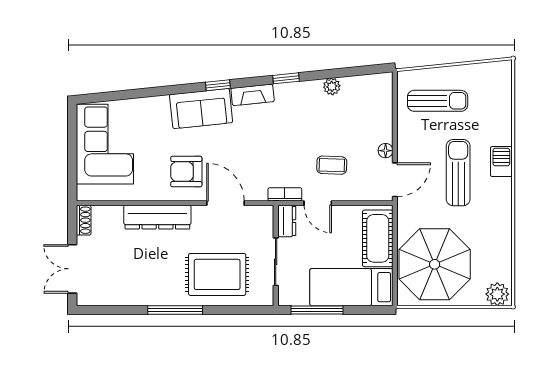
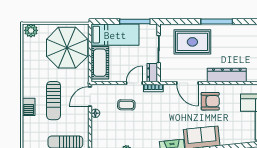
door: (318, 203) -> (134, 83), hinge flipped

